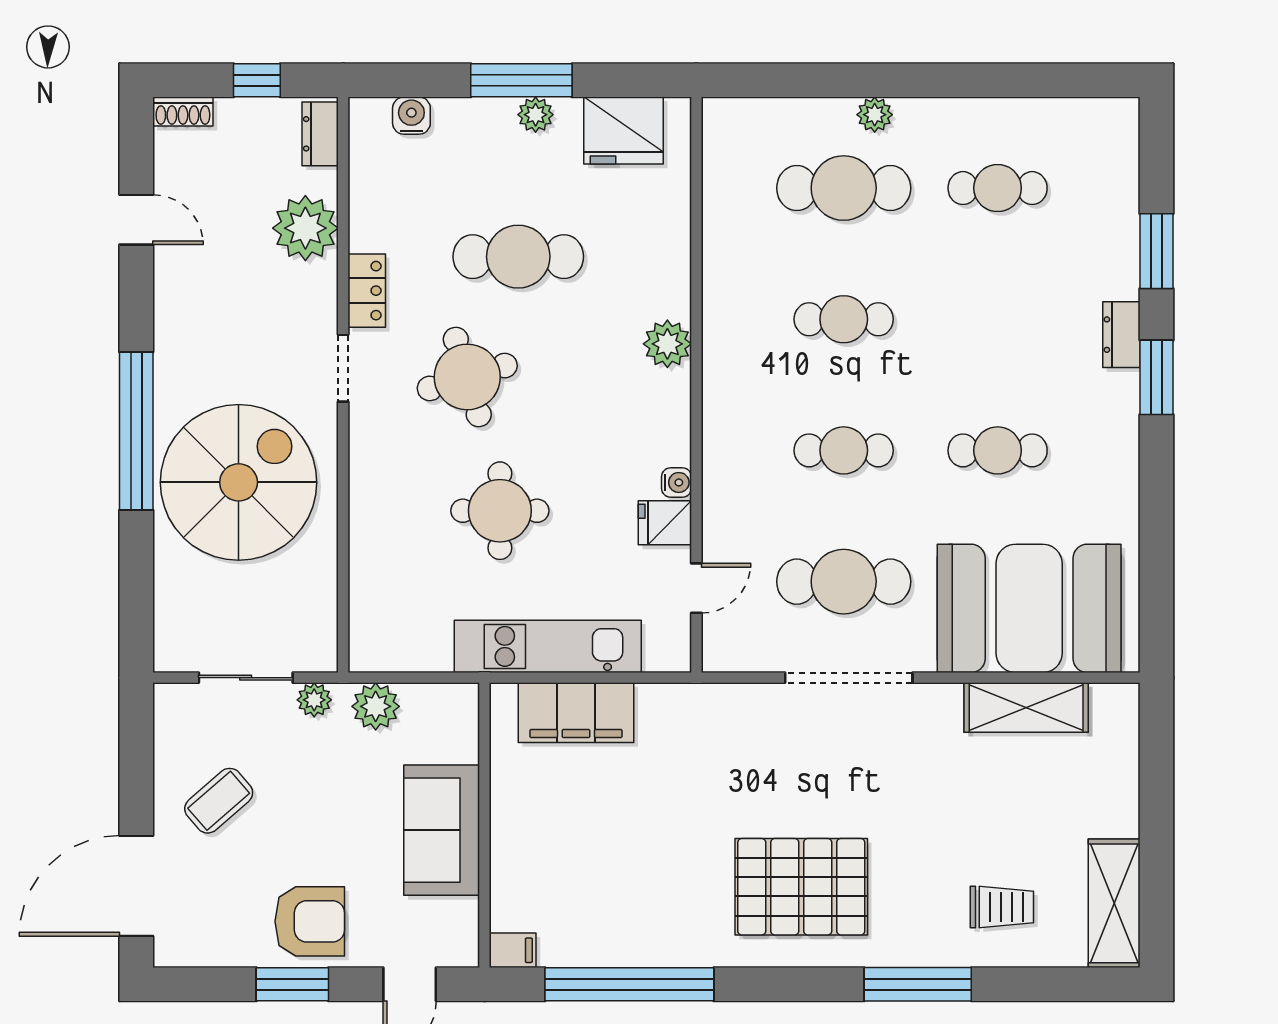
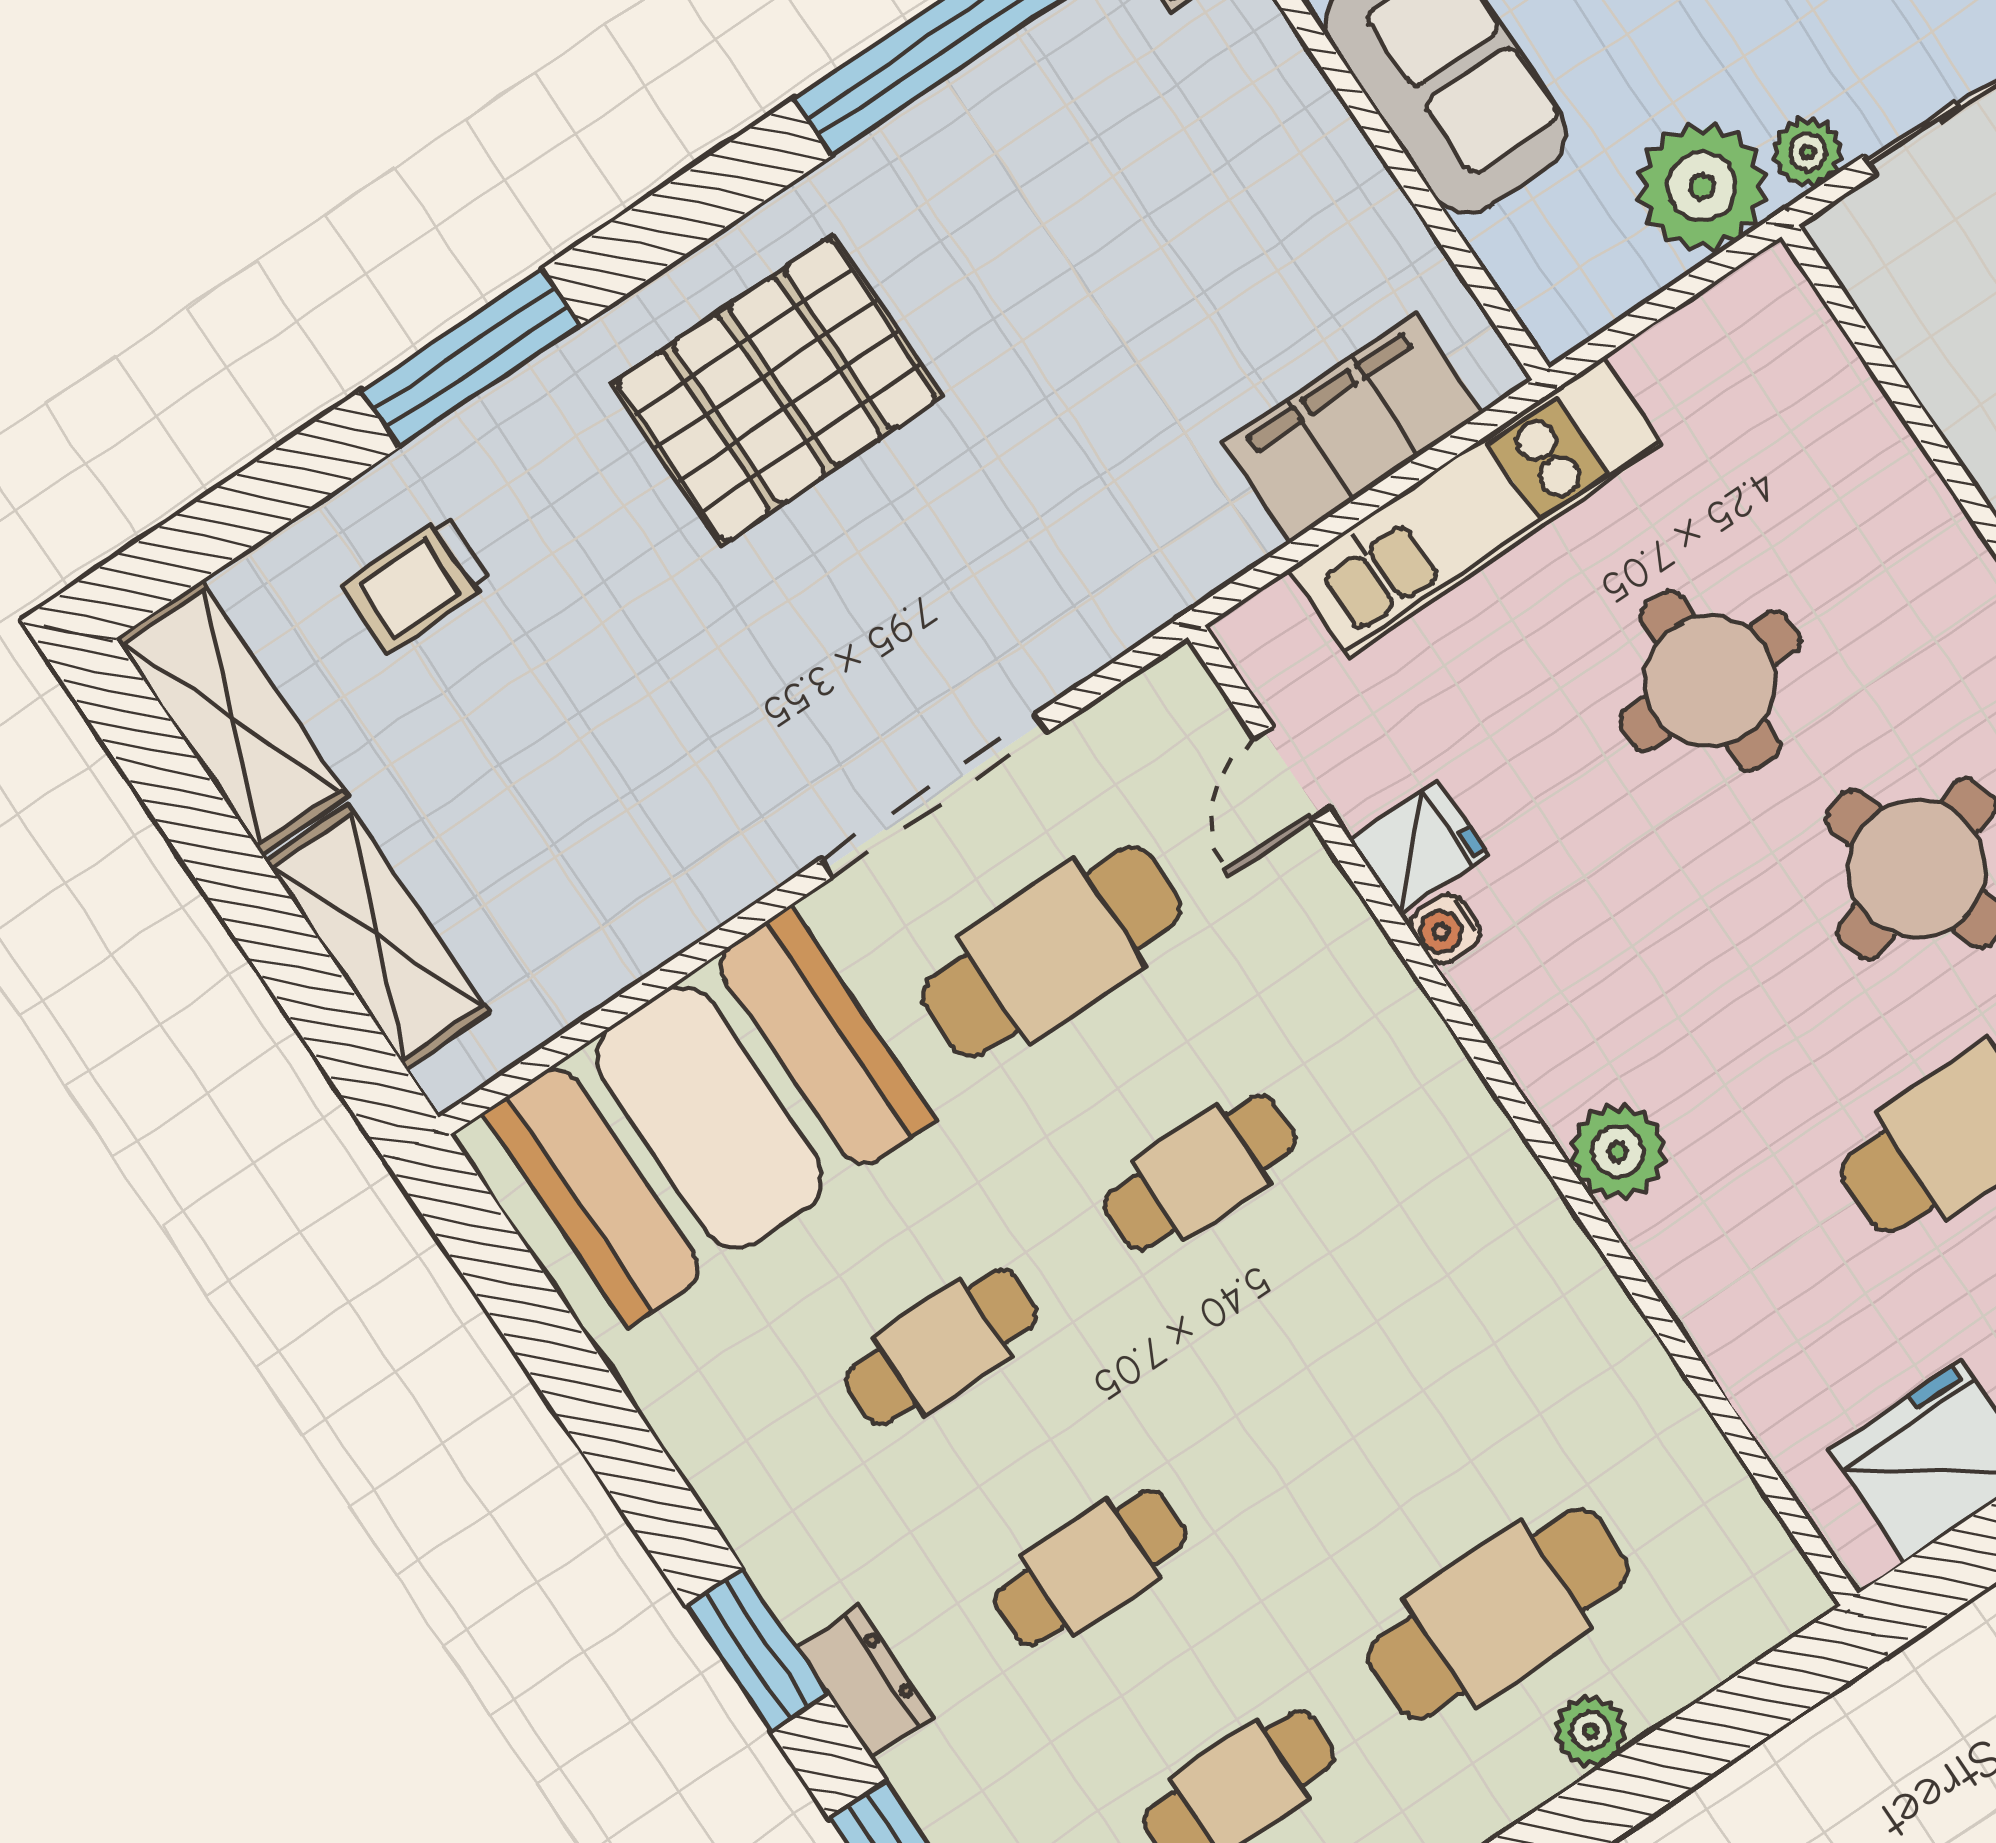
plant: (875, 115) -> (1590, 1731), moved
cafe table: (844, 319) -> (1090, 1567), moved
plant: (376, 706) -> (1702, 187), width x1.36, depth x1.36
shelving: (1026, 708) -> (377, 937), moved, turned 90

